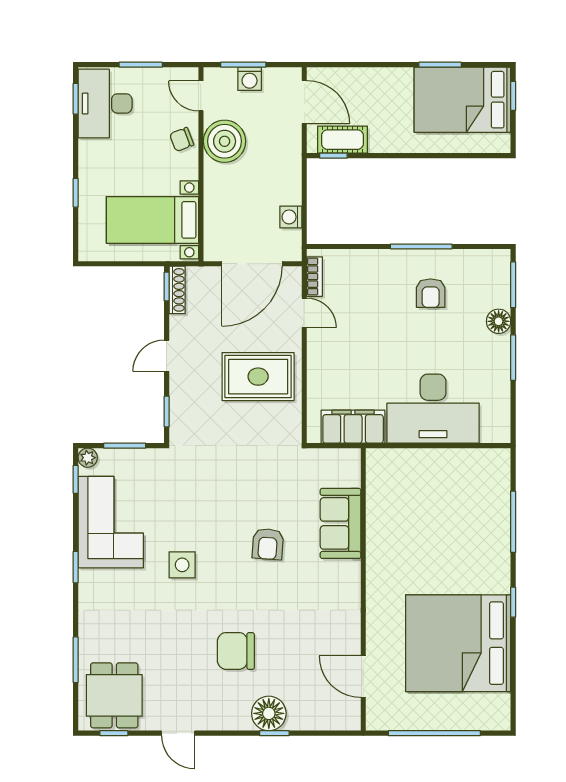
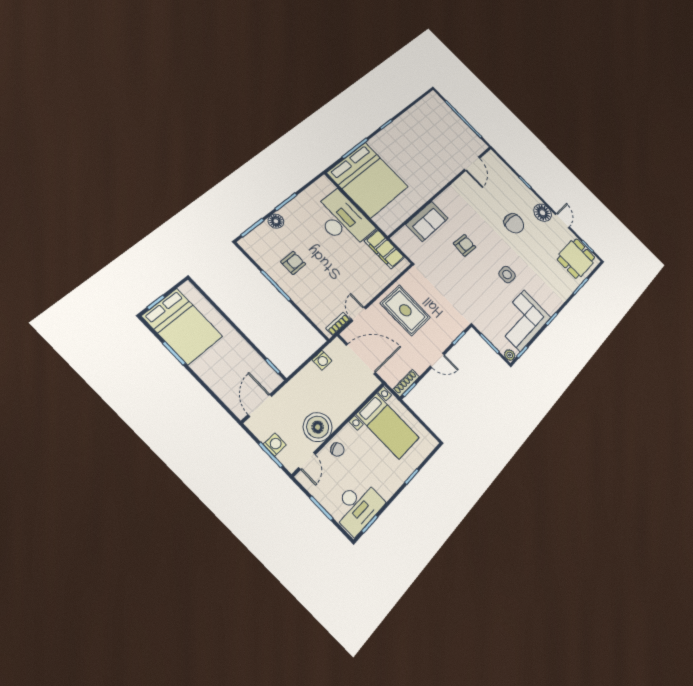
cot: (342, 140) -> (260, 369), removed
bed: (458, 643) -> (368, 180), moved
floor lamp: (269, 713) -> (543, 213), moved

